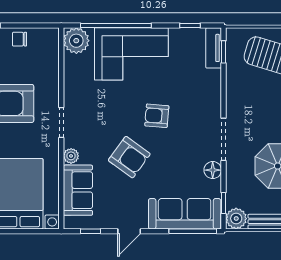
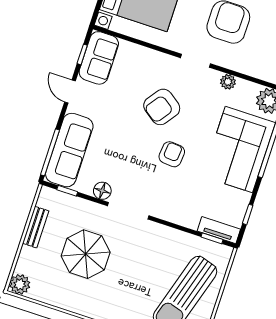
plant: (71, 156) -> (228, 82), moved
armchair: (129, 157) -> (162, 107), moved
sofa: (78, 190) -> (99, 58), moved, turned -90
plant: (236, 219) -> (48, 198), removed

